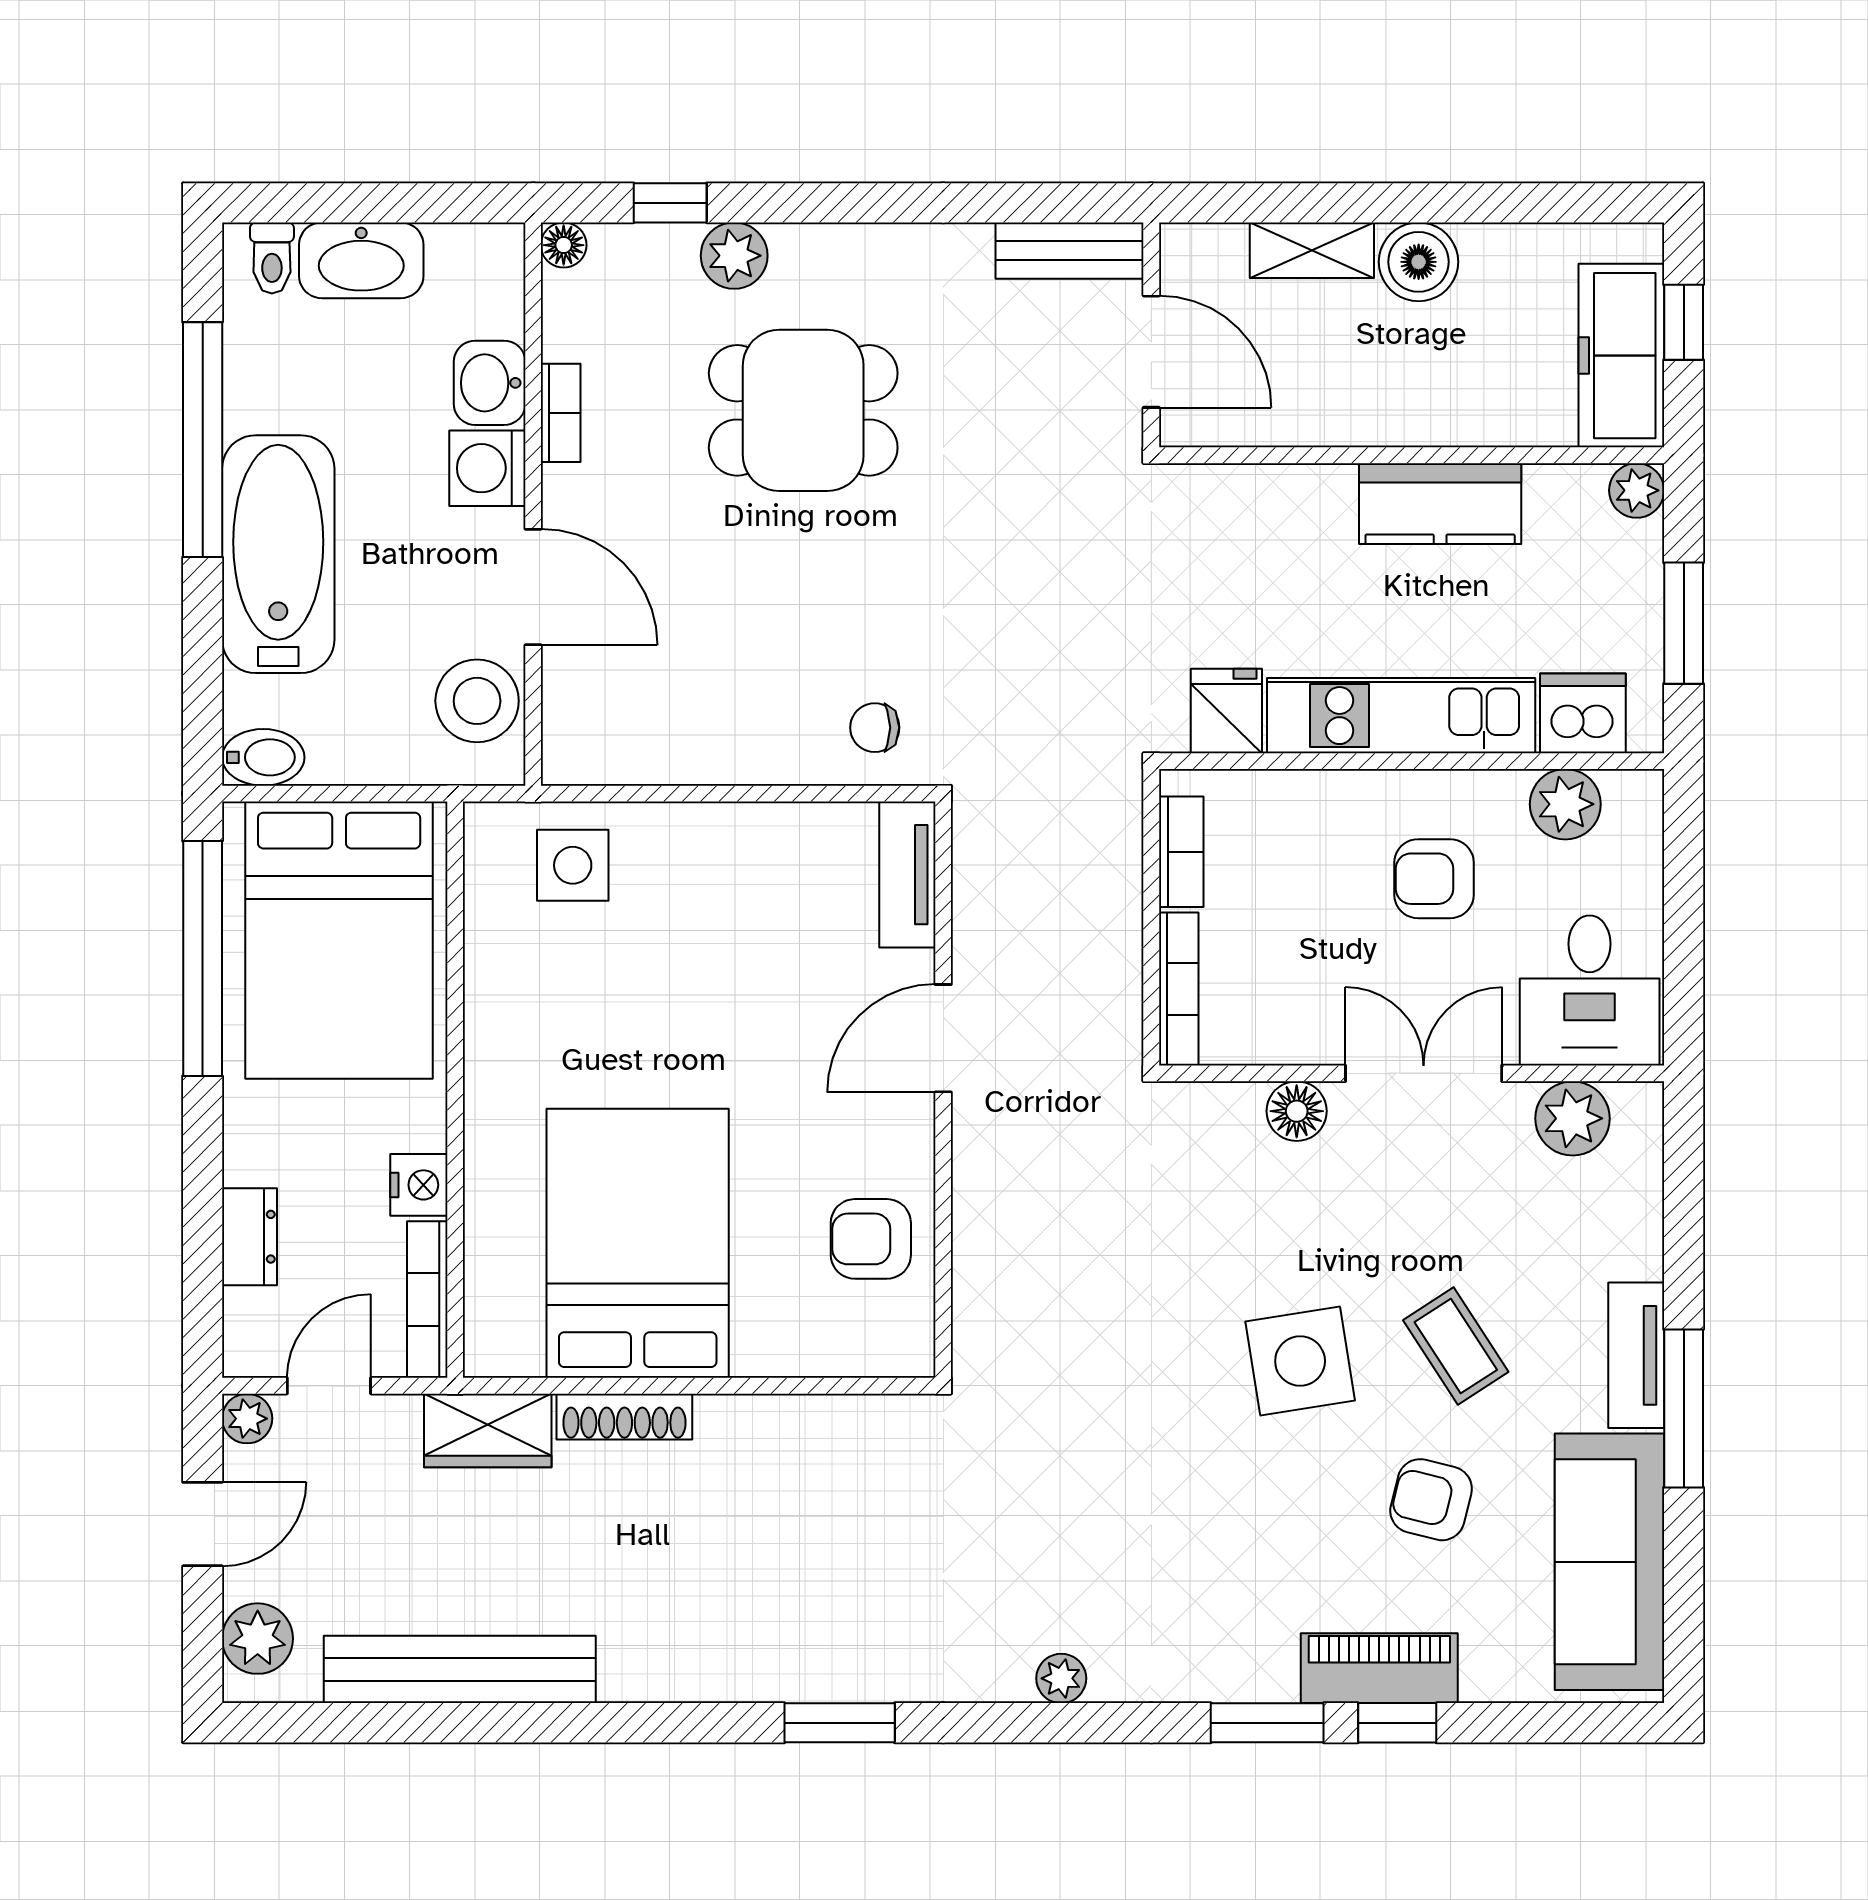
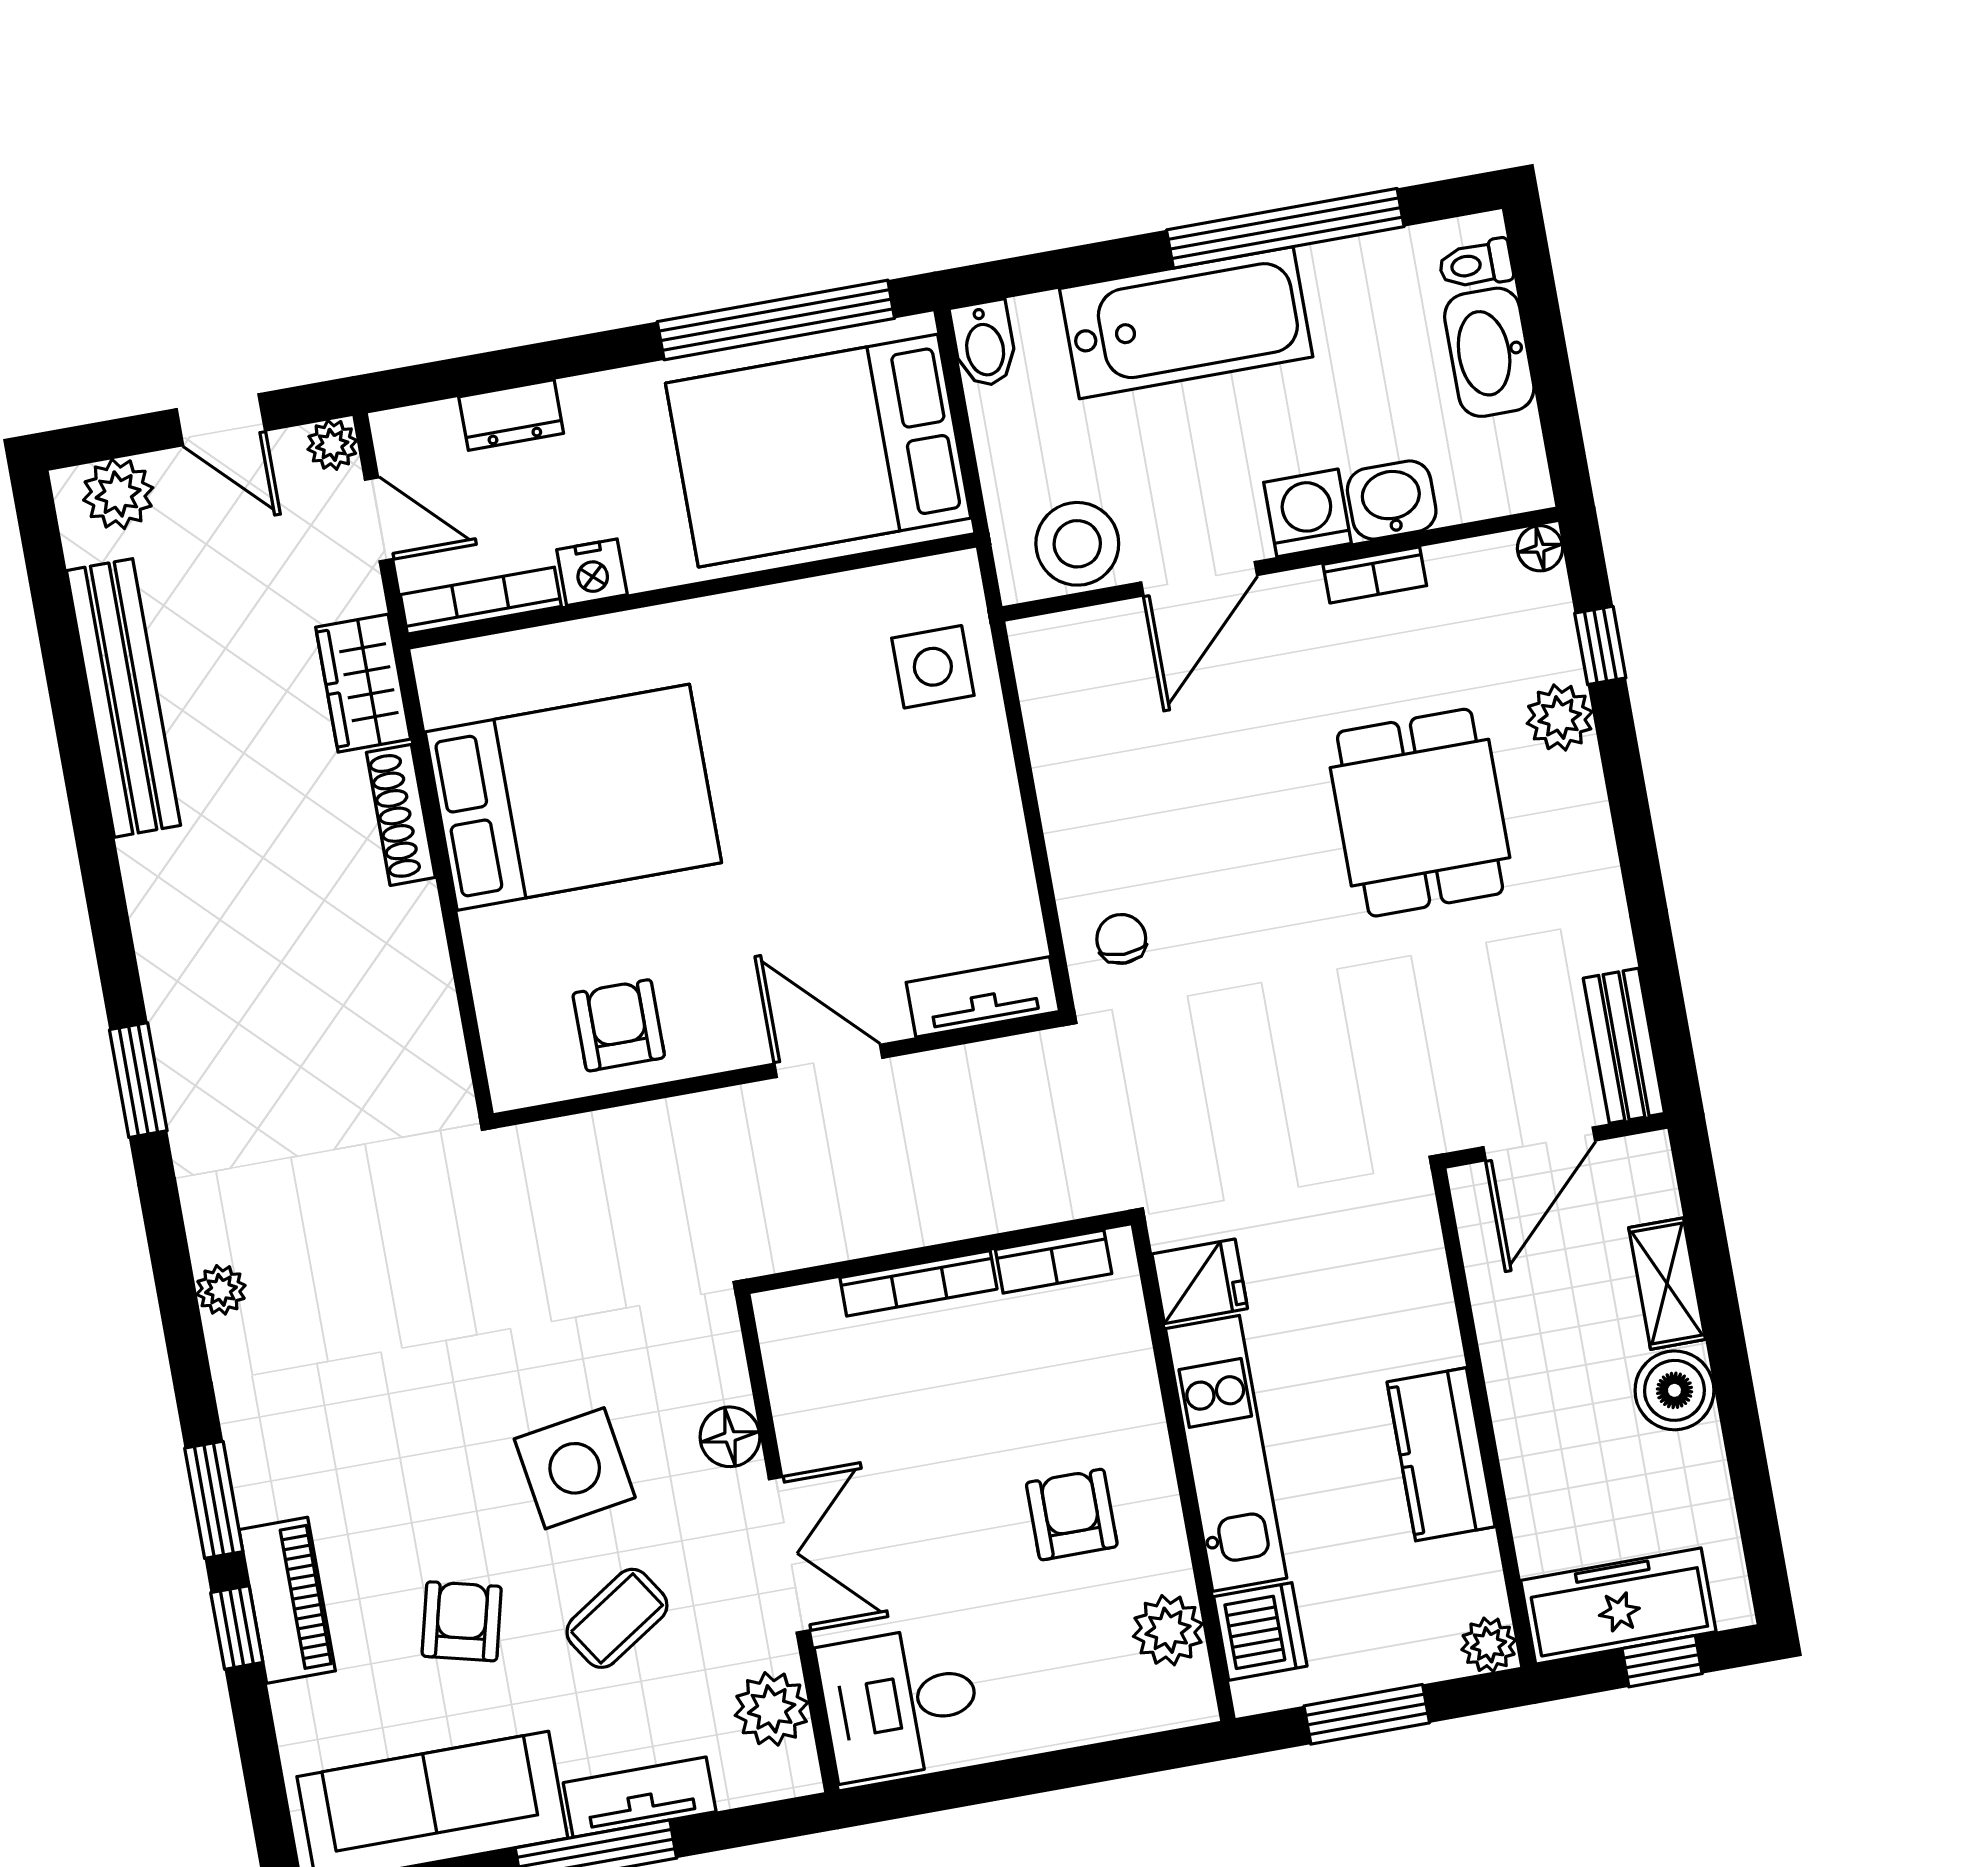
desk: (1590, 990) -> (900, 1703), moved
wall: (1412, 1073) -> (787, 1543), moved
double door: (1424, 1073) -> (789, 1555), moved
floor lamp: (1297, 1111) -> (730, 1437), moved
plant: (1573, 1118) -> (772, 1709), moved

